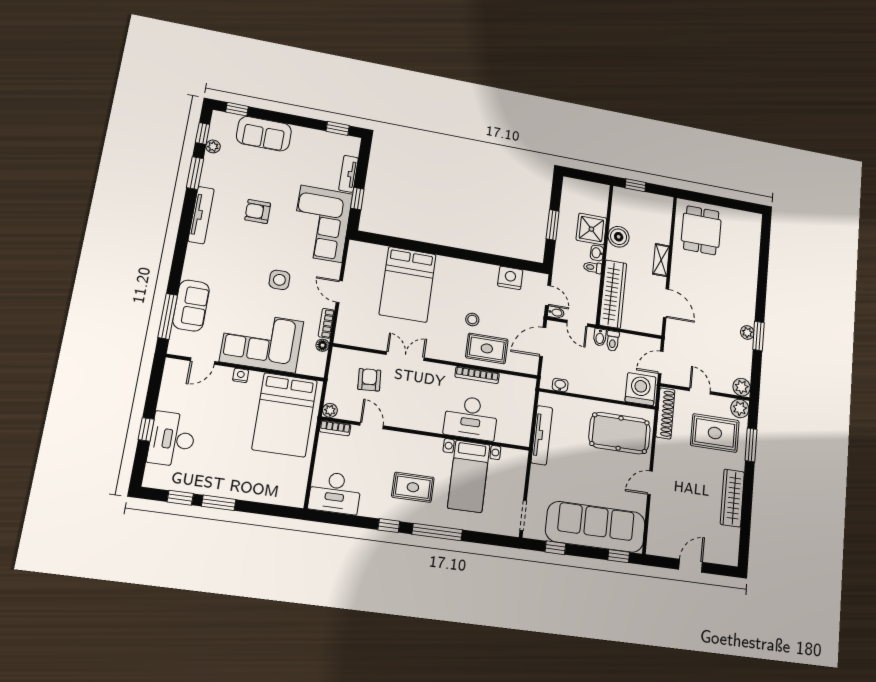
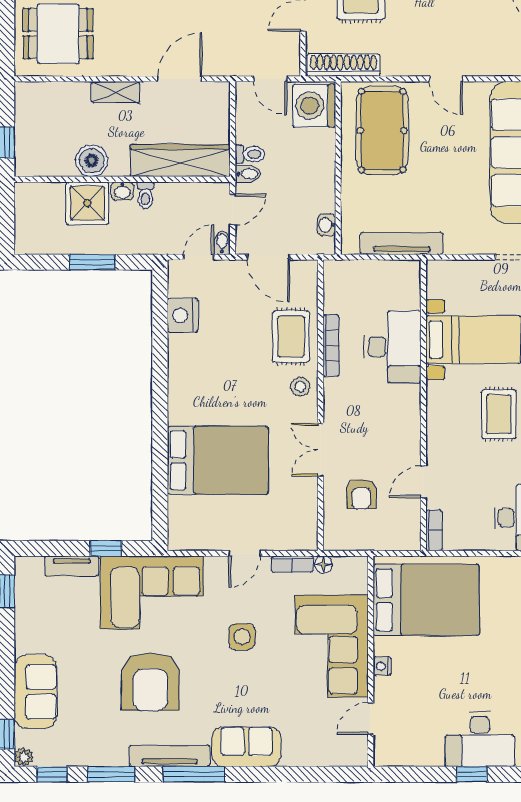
plant: (213, 146) -> (24, 757), moved
armchair: (258, 212) -> (150, 682), width x1.88, depth x1.88
sofa: (191, 306) -> (246, 747), moved
window: (168, 316) -> (194, 774), moved
stool: (472, 320) -> (300, 387), moved
door: (203, 361) -> (371, 719), swing flipped
armchair: (369, 380) -> (361, 494), turned -86
plant: (330, 410) -> (411, 541), removed

